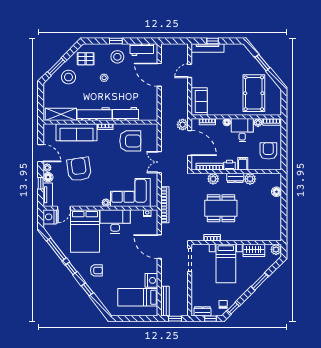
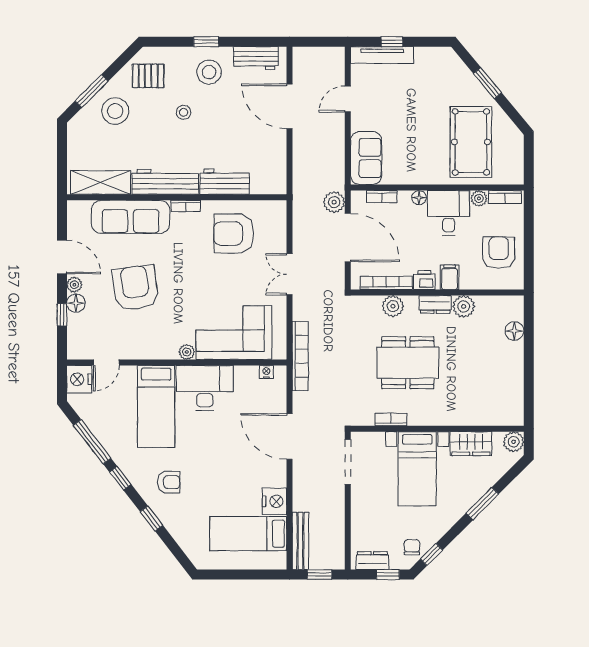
armchair: (130, 141) -> (234, 234), turned 180
tv unit: (48, 195) -> (75, 337), removed
bed: (85, 231) -> (156, 407), width x0.67

